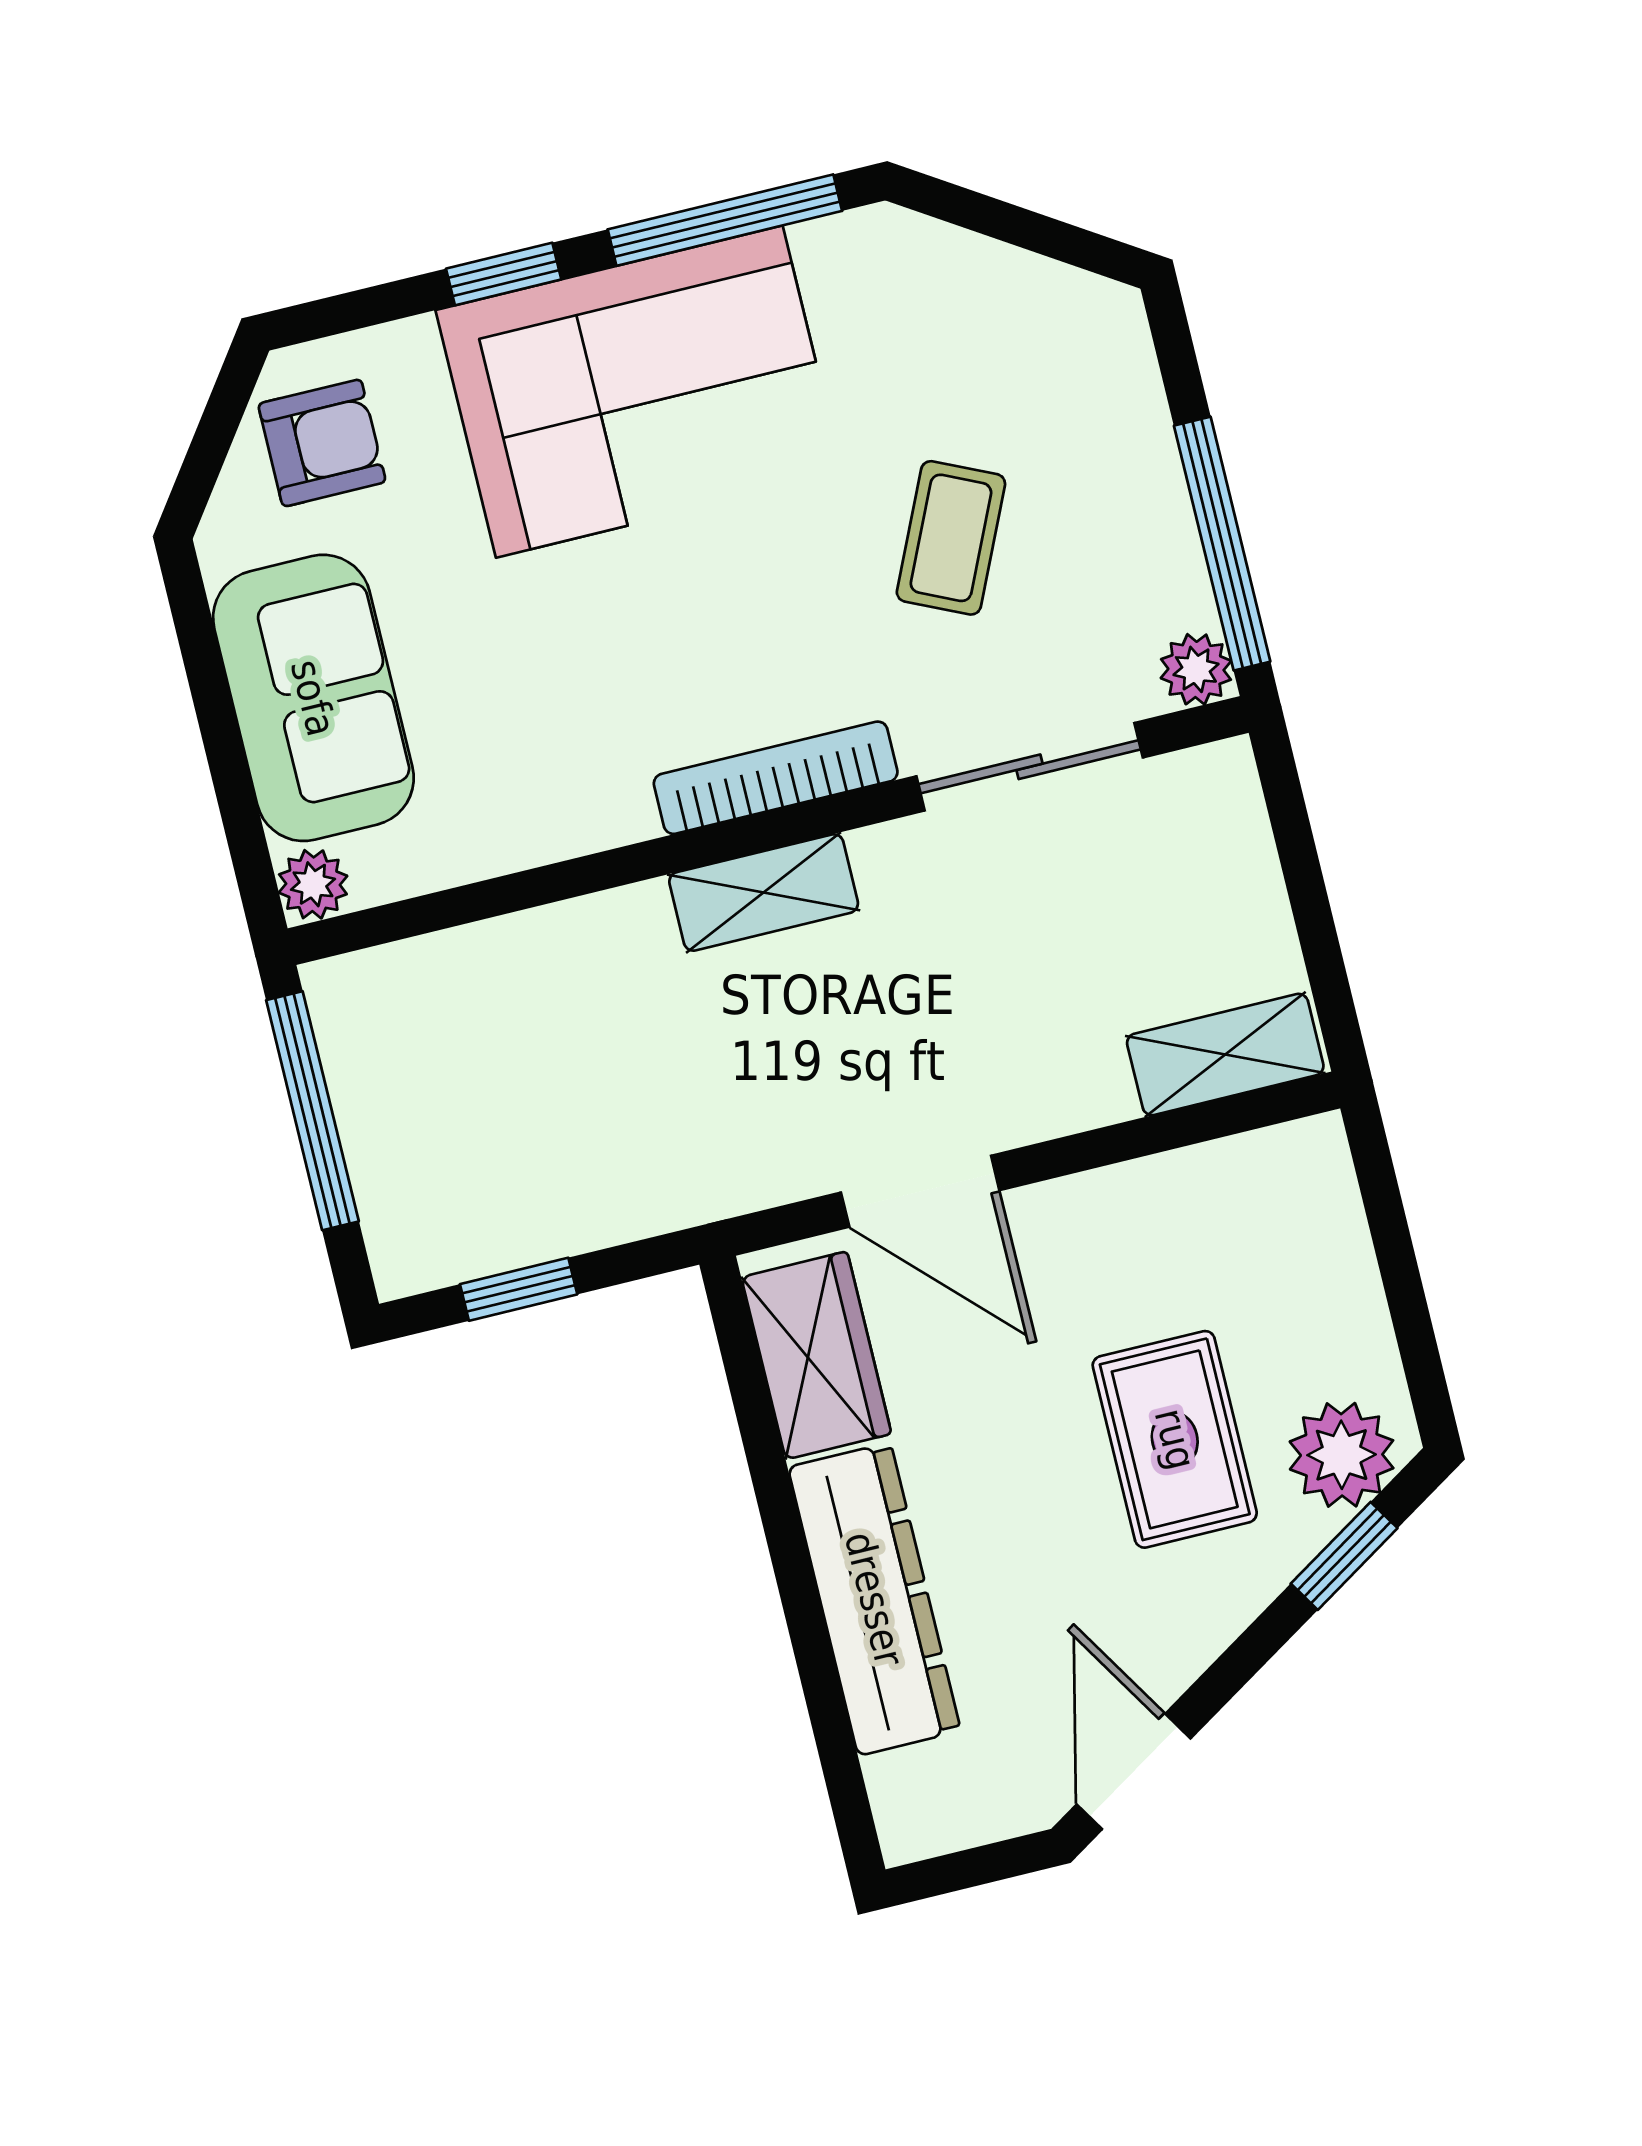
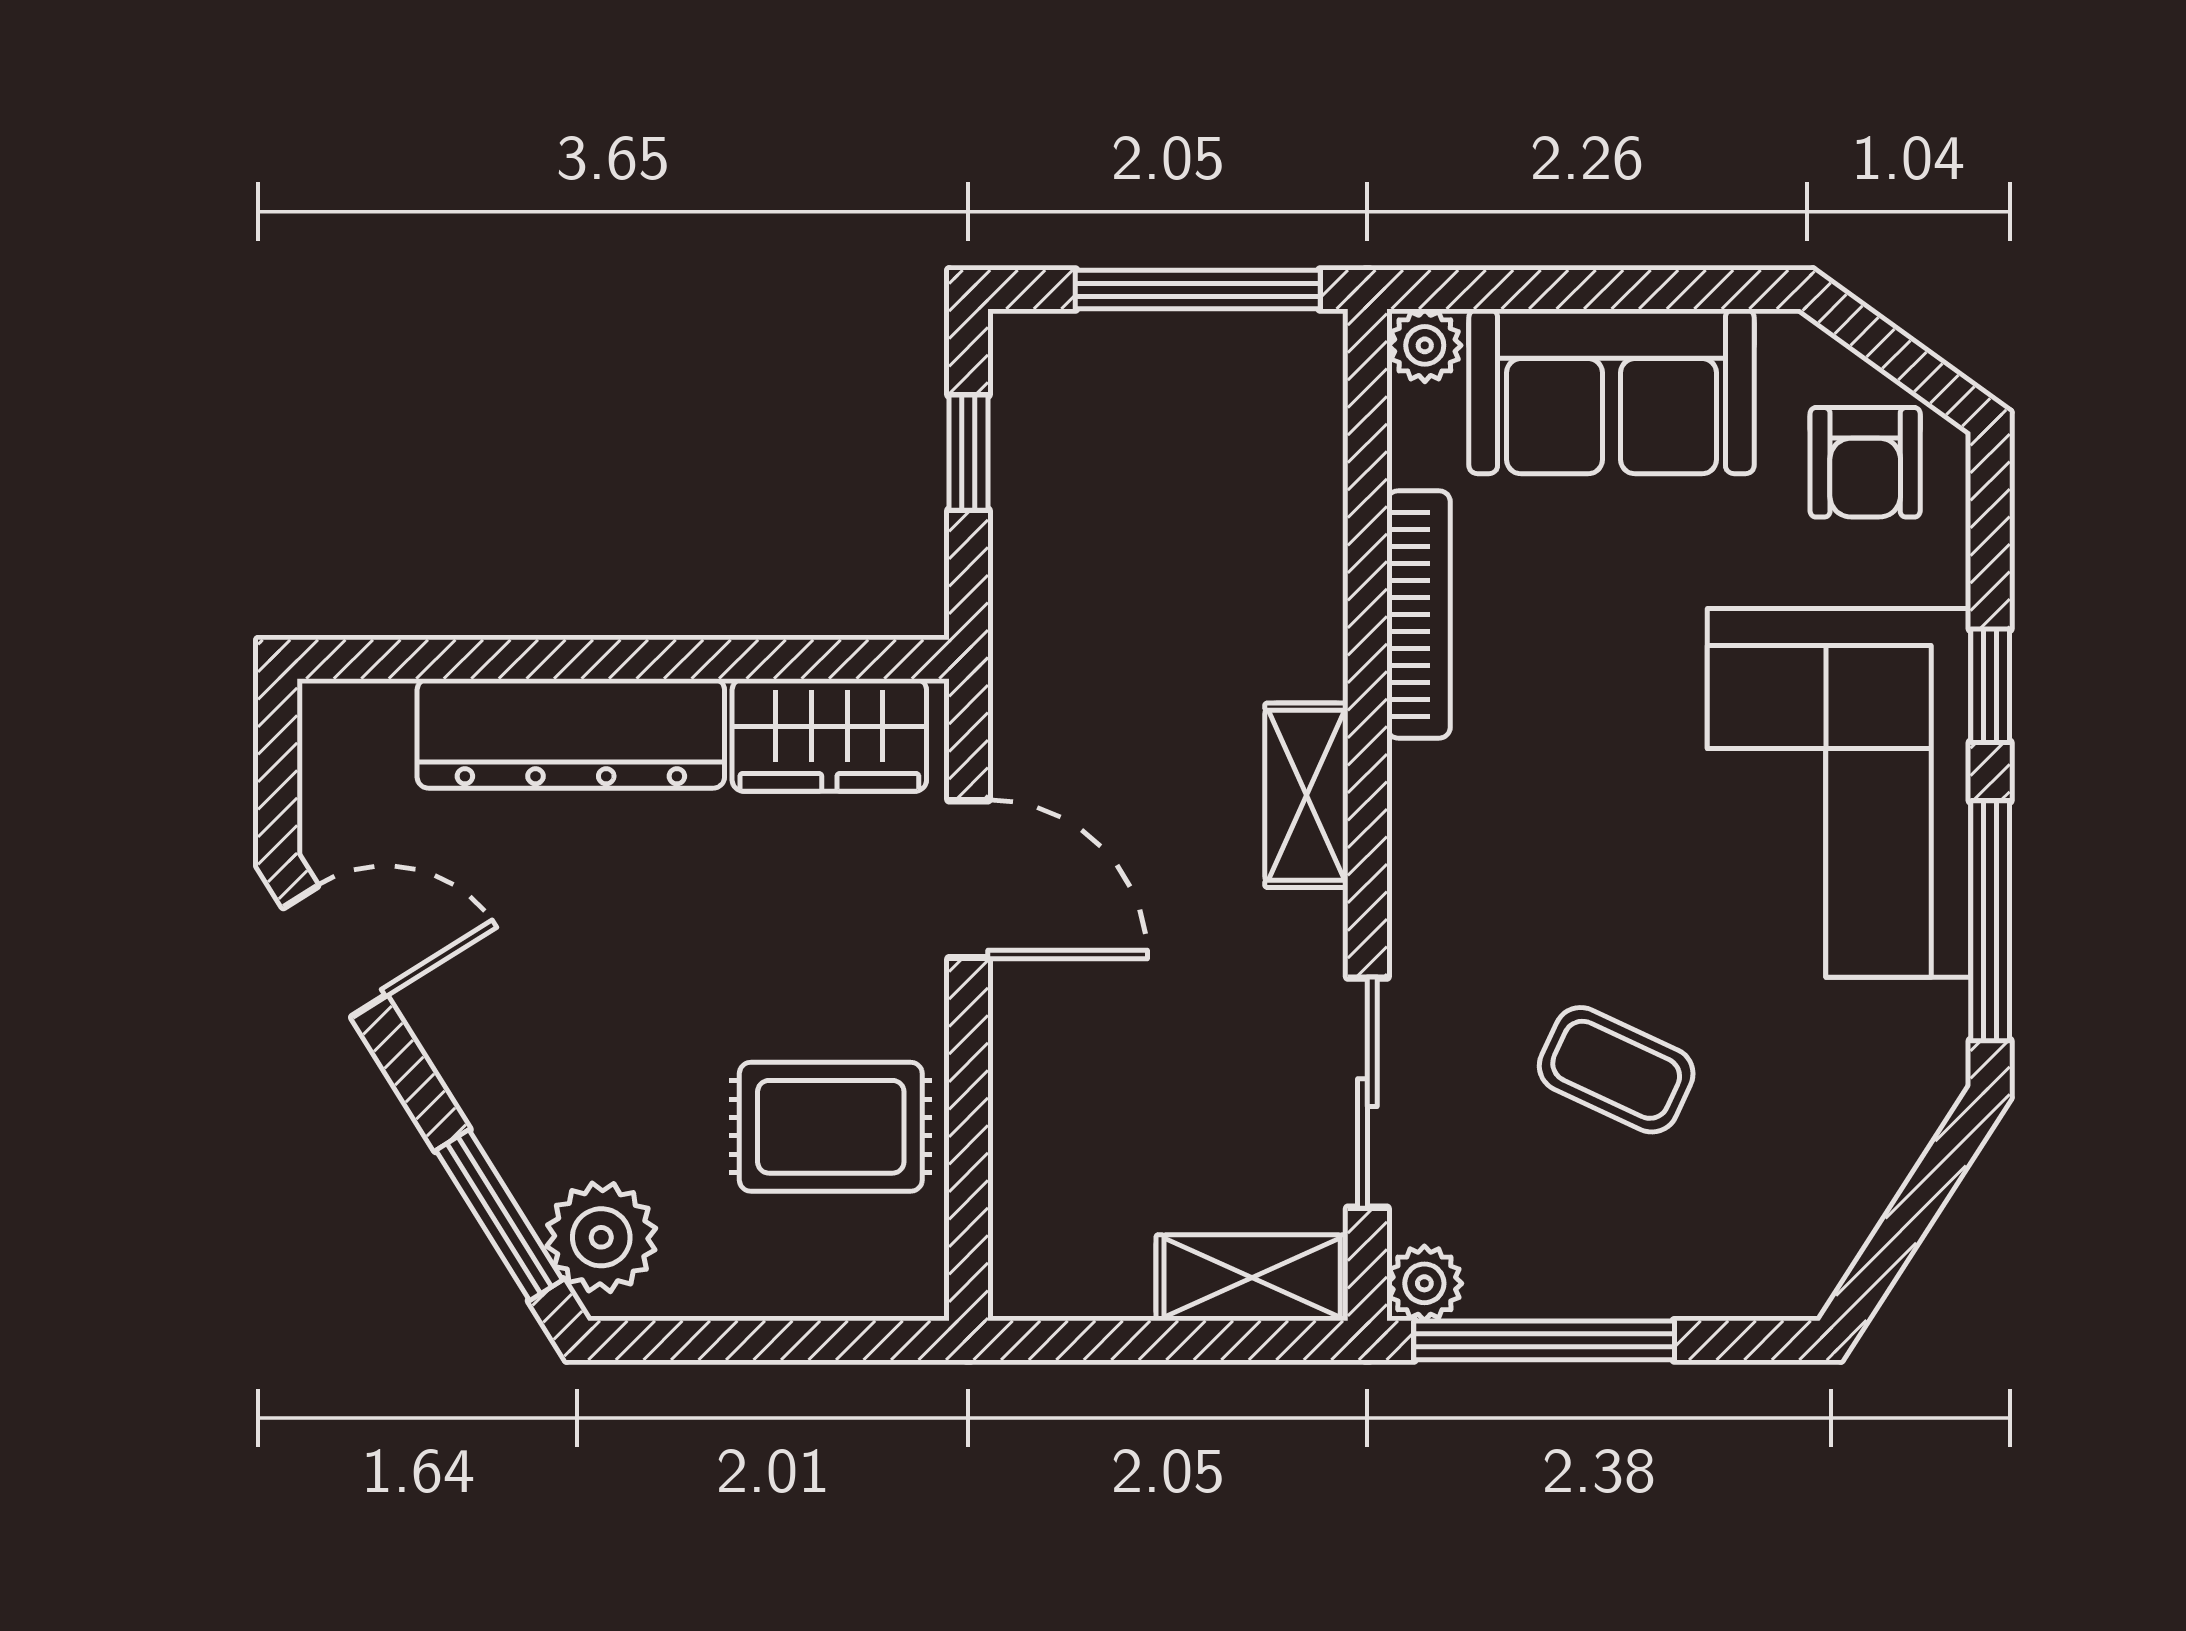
bookcase: (776, 778) -> (1419, 614), moved
shelving: (1225, 1054) -> (1252, 1278), moved, turned 90
door: (920, 1191) -> (968, 879), swing flipped
rug: (1175, 1439) -> (831, 1127), moved
window: (1344, 1556) -> (499, 1215), width x1.50

